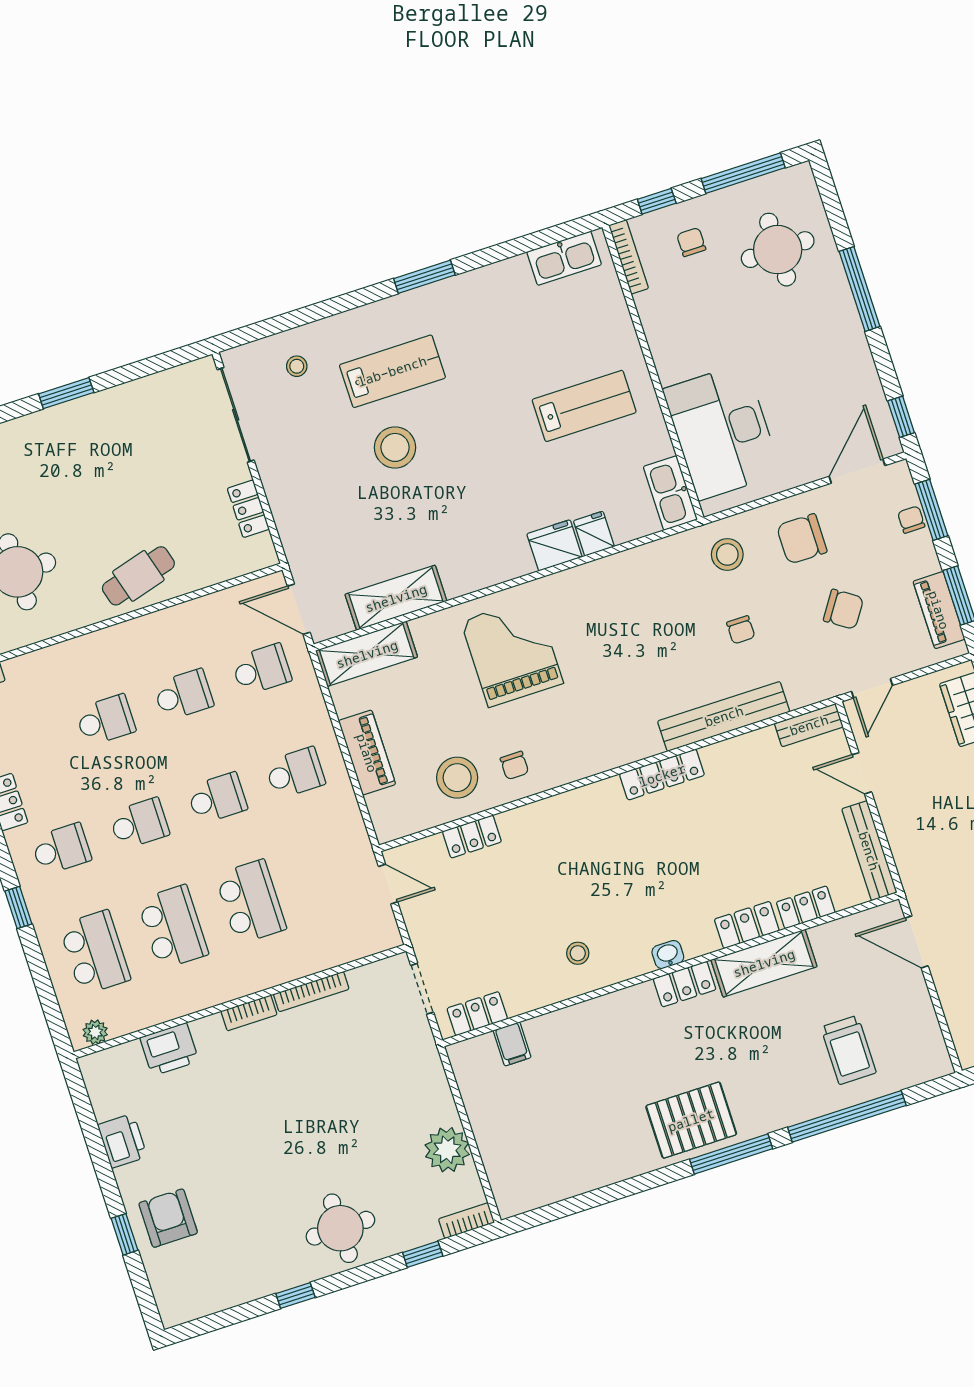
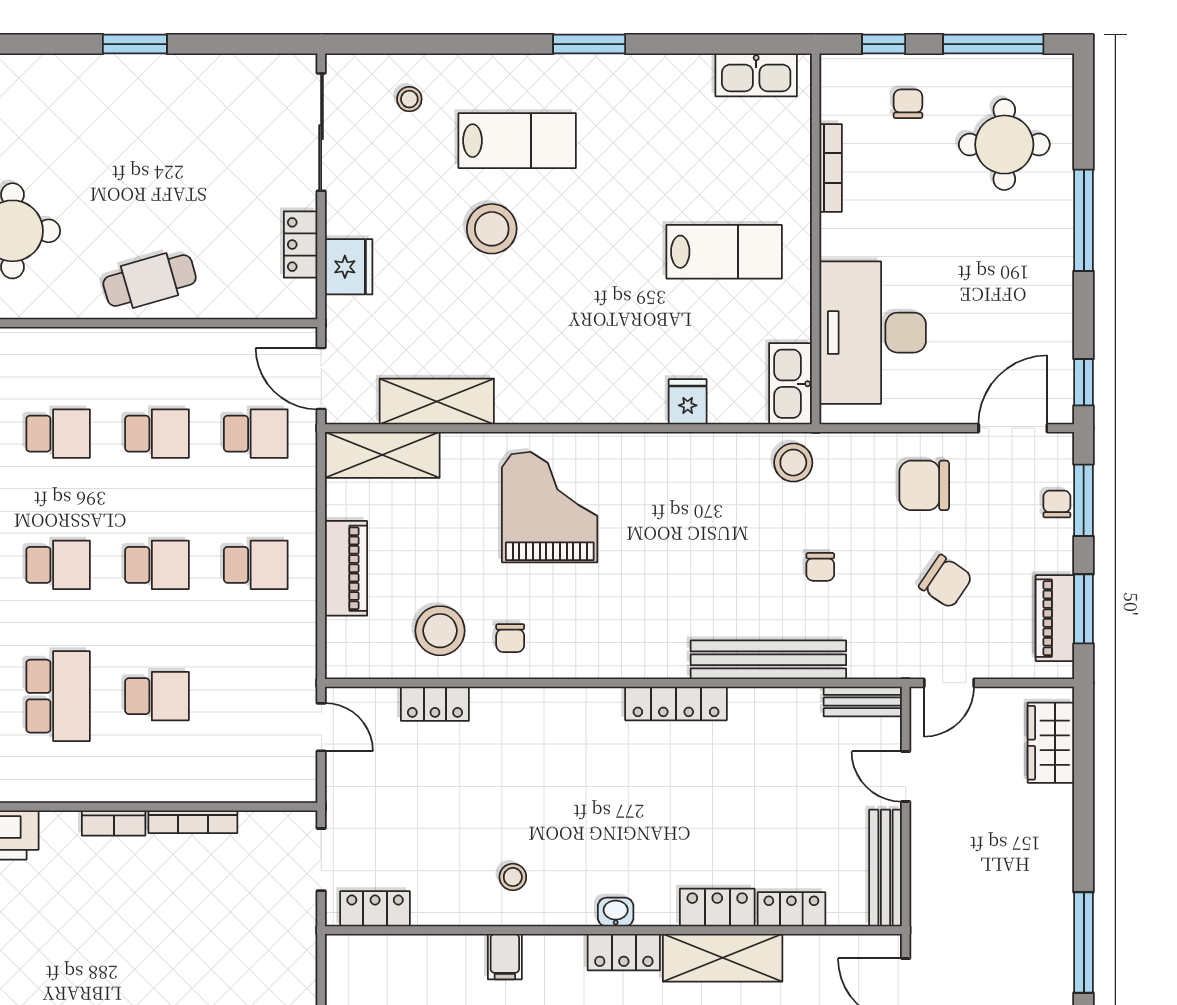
bookcase: (629, 257) -> (831, 168), moved
fridge: (554, 545) -> (349, 267), moved, turned 90
stool: (727, 554) -> (793, 463), moved
school desk: (251, 902) -> (157, 696), width x0.54
filing cabinet: (512, 1044) -> (505, 957), moved

